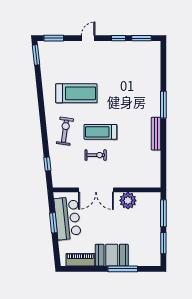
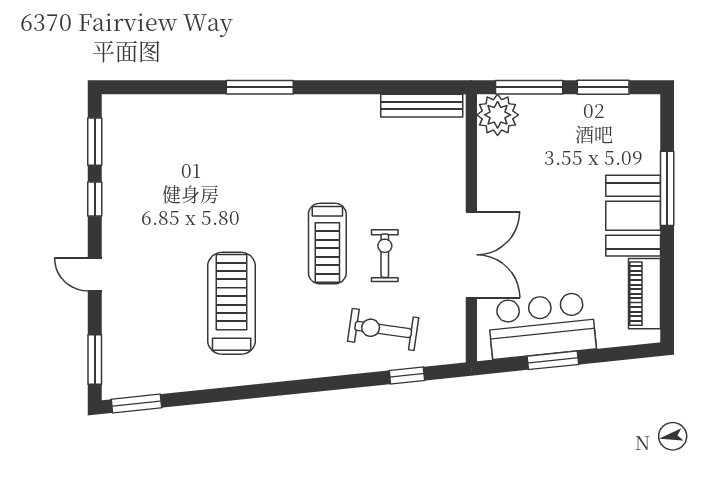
exercise bike: (65, 131) -> (383, 330), moved
bench: (156, 134) -> (422, 106), moved
plant: (128, 200) -> (498, 115), moved

